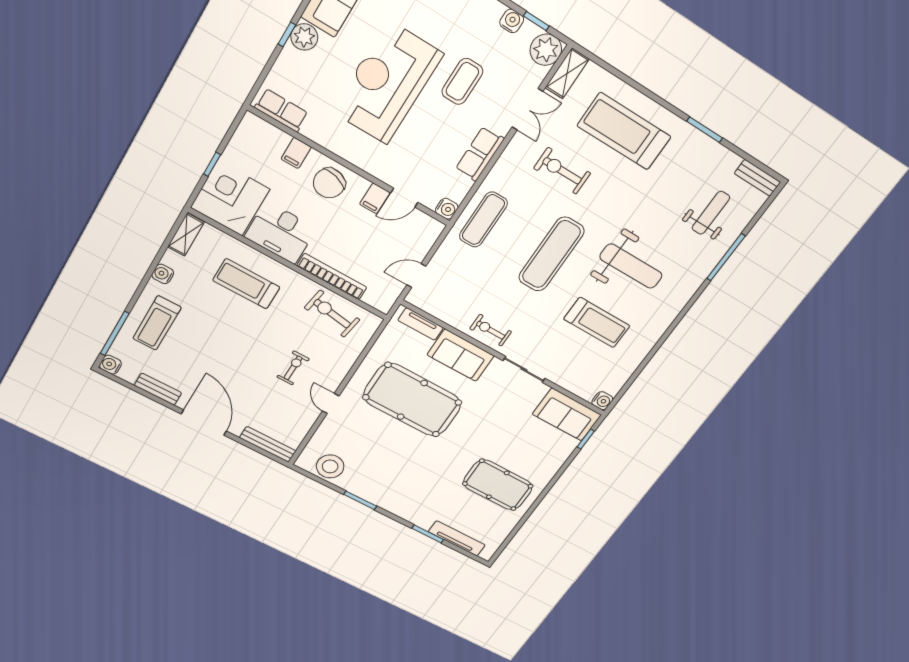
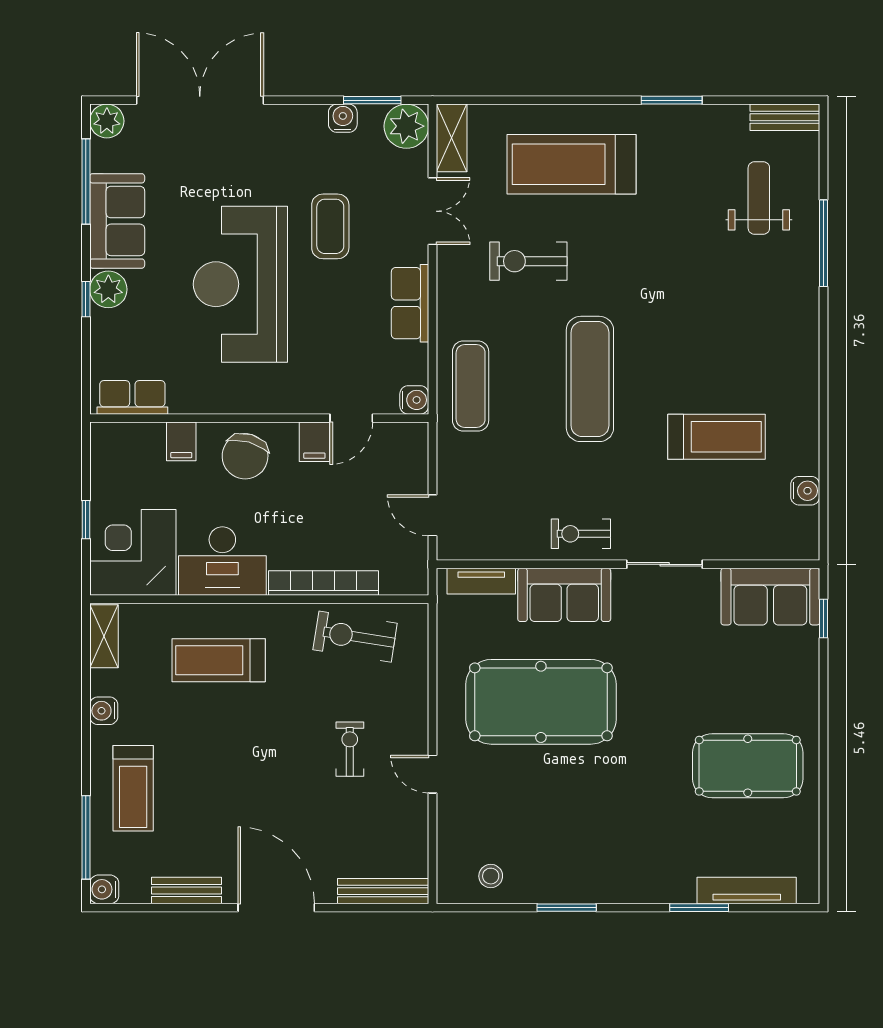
window: (536, 21) -> (372, 100), width x1.50
weight bench: (631, 266) -> (706, 331), removed
door: (416, 276) -> (432, 515), hinge flipped
water cooler: (602, 401) -> (805, 491), moved
stool: (330, 466) -> (491, 876), width x0.53, depth x0.53

